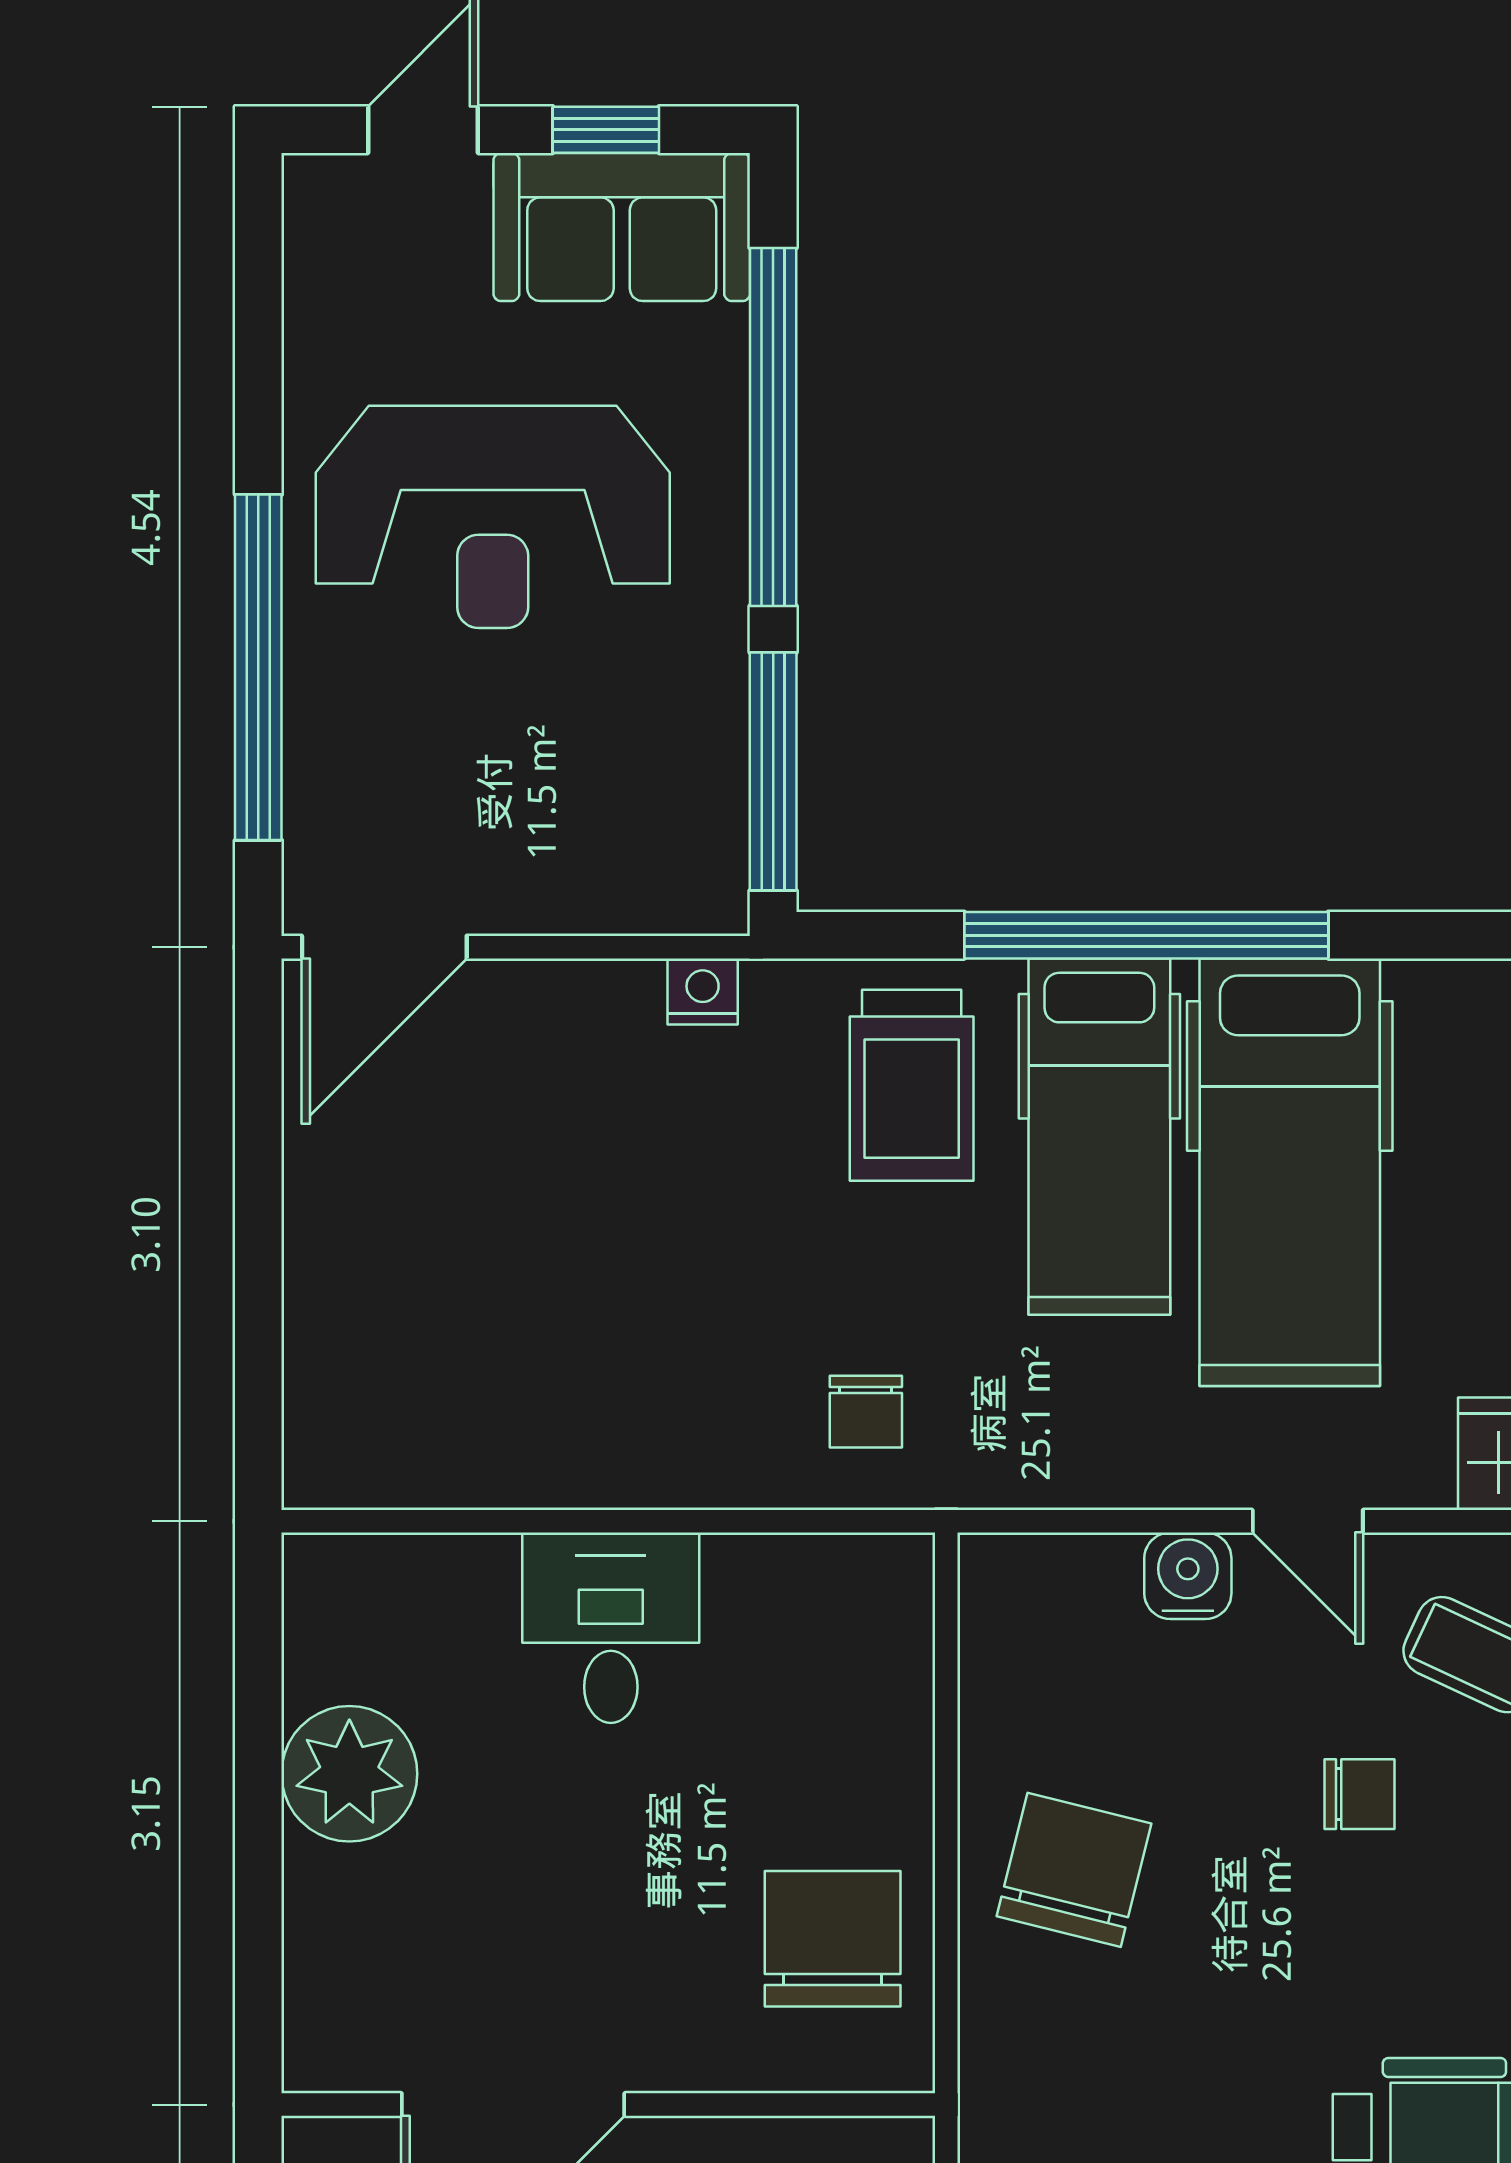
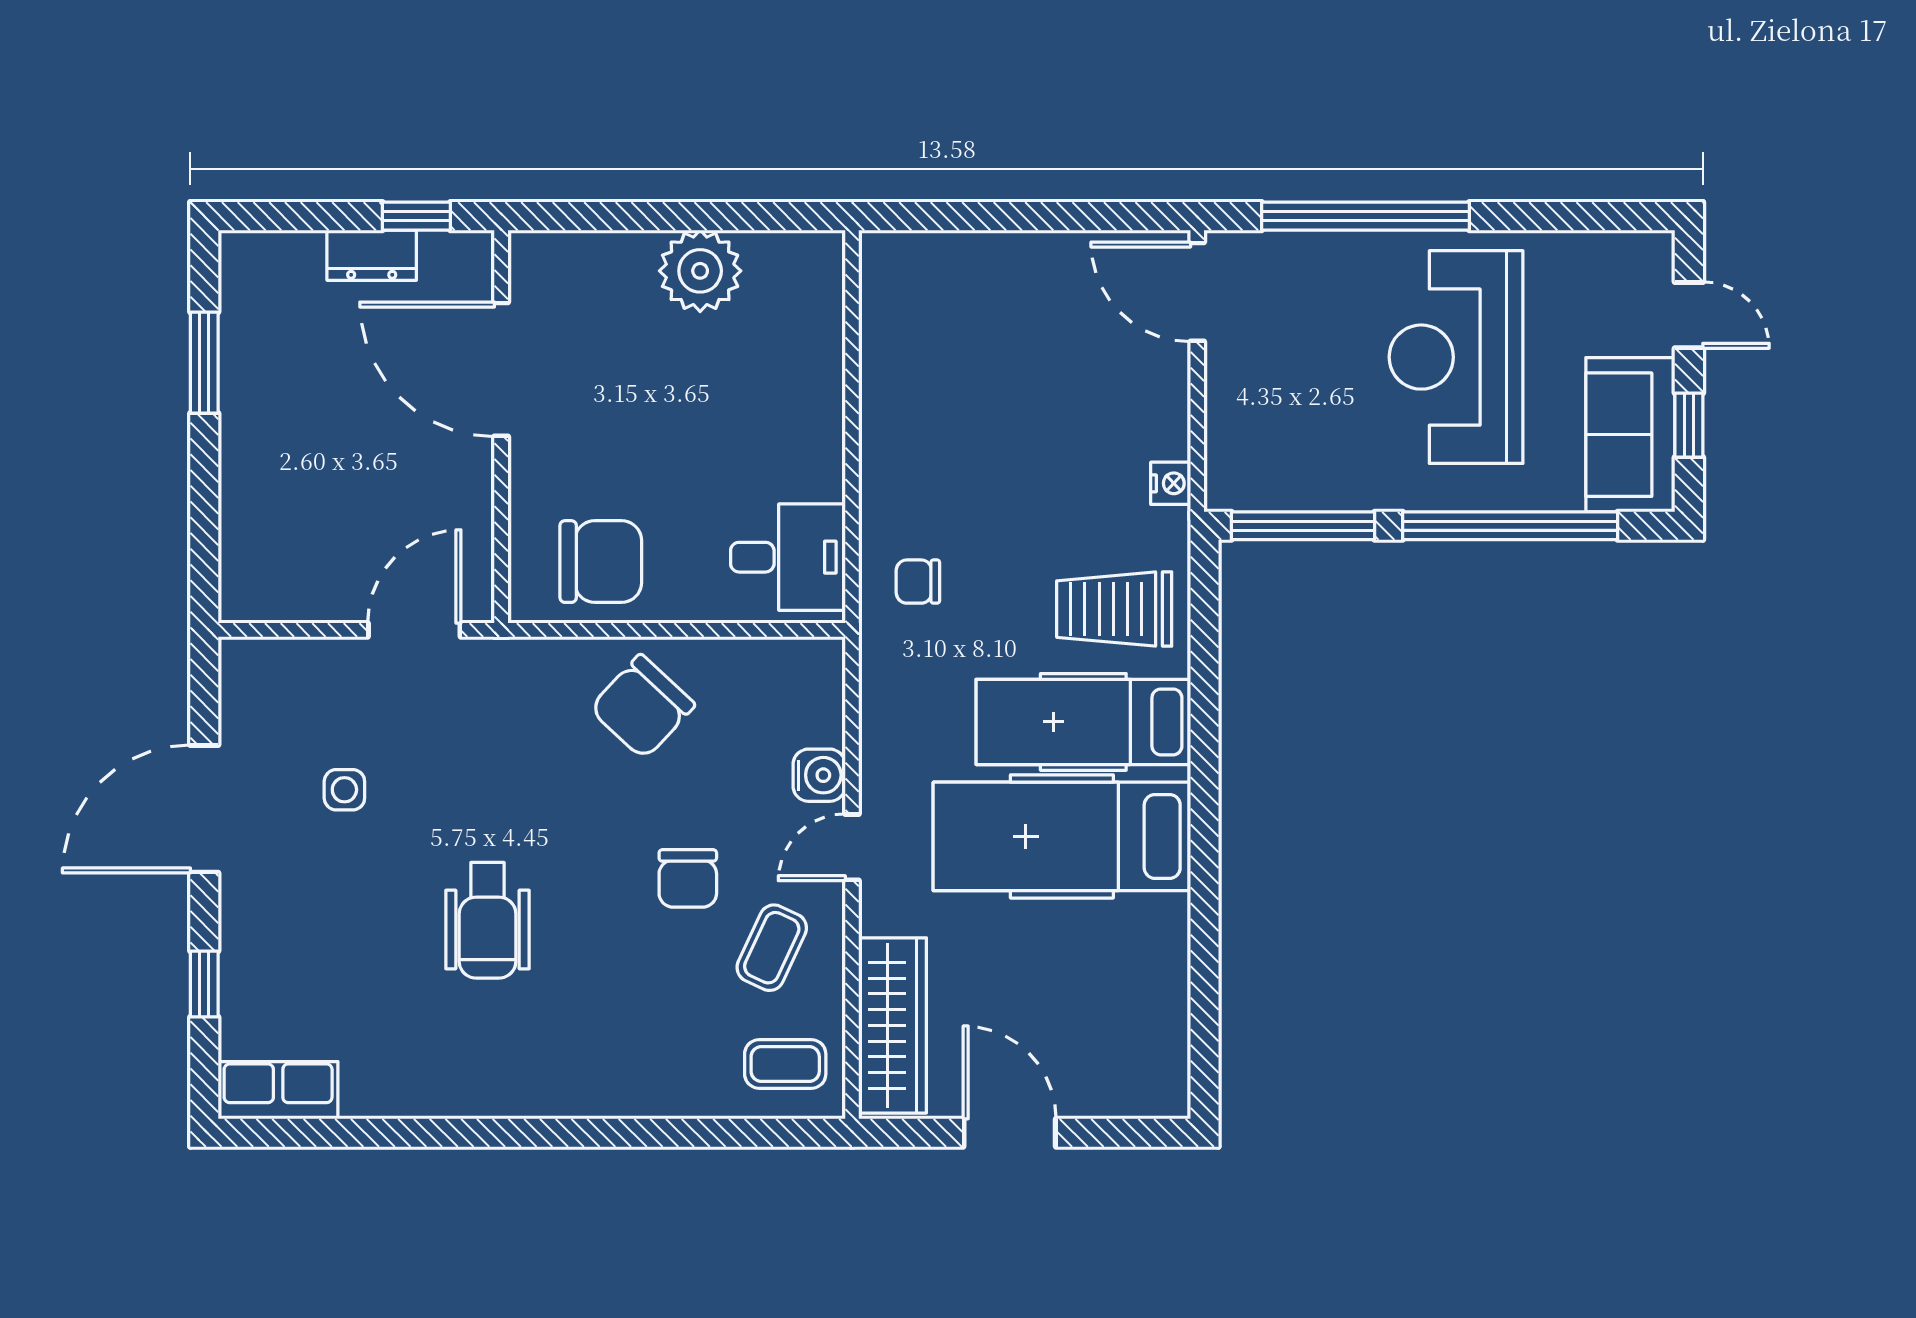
window: (1146, 935) -> (1204, 750), removed
desk: (611, 1628) -> (788, 557), moved
chair: (1360, 1794) -> (688, 878), width x1.37, depth x1.37
chair: (1074, 1870) -> (642, 707), turned 119

